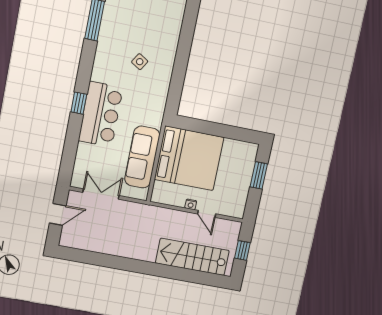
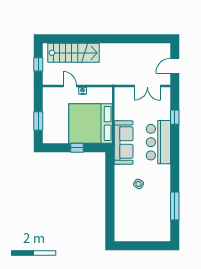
window: (79, 103) -> (175, 117), moved
window: (214, 129) -> (77, 148), added
sofa: (142, 157) -> (124, 143), moved

